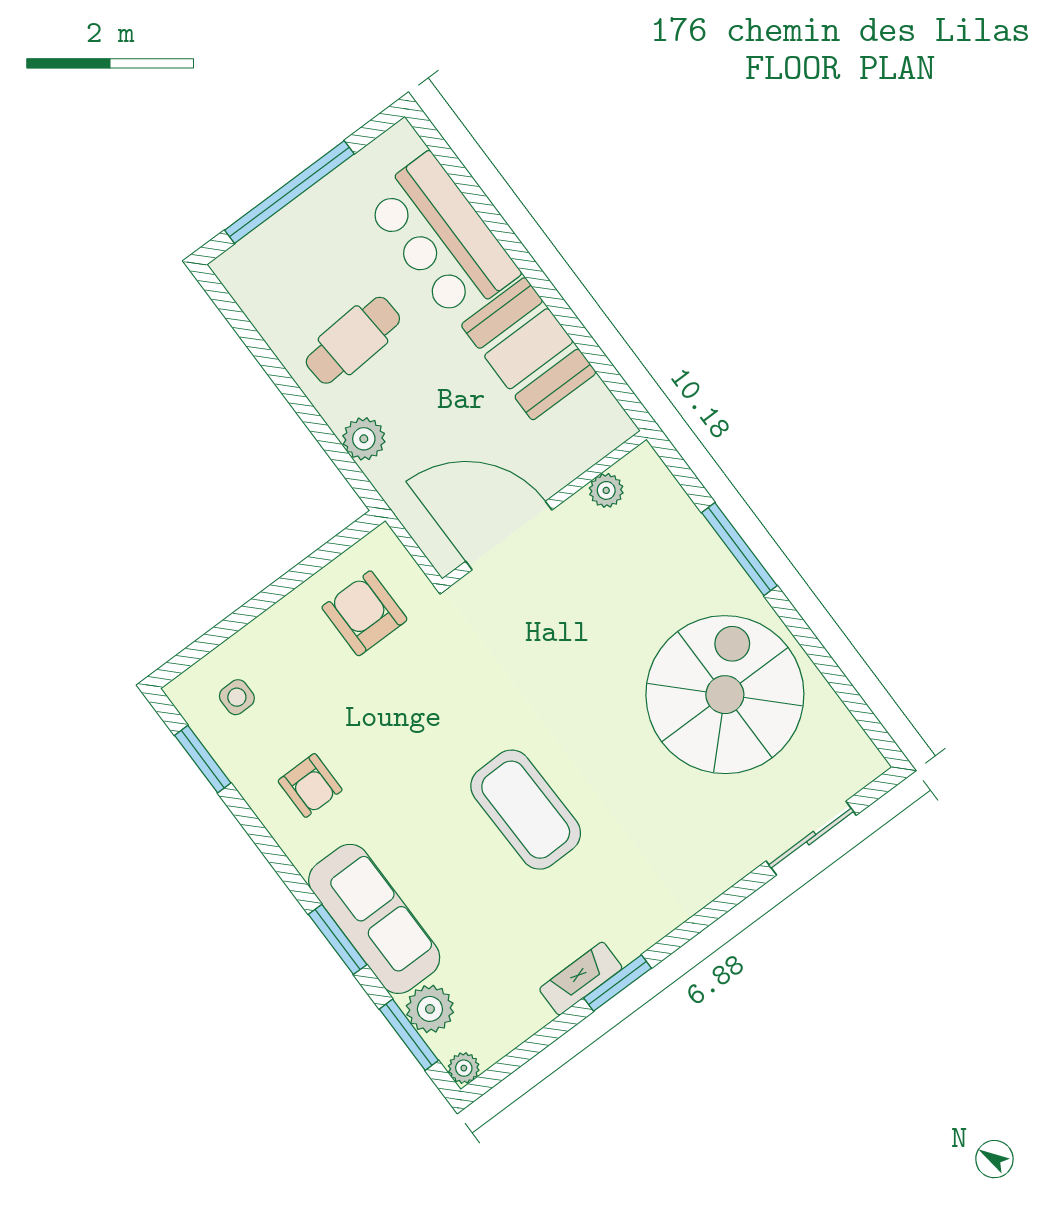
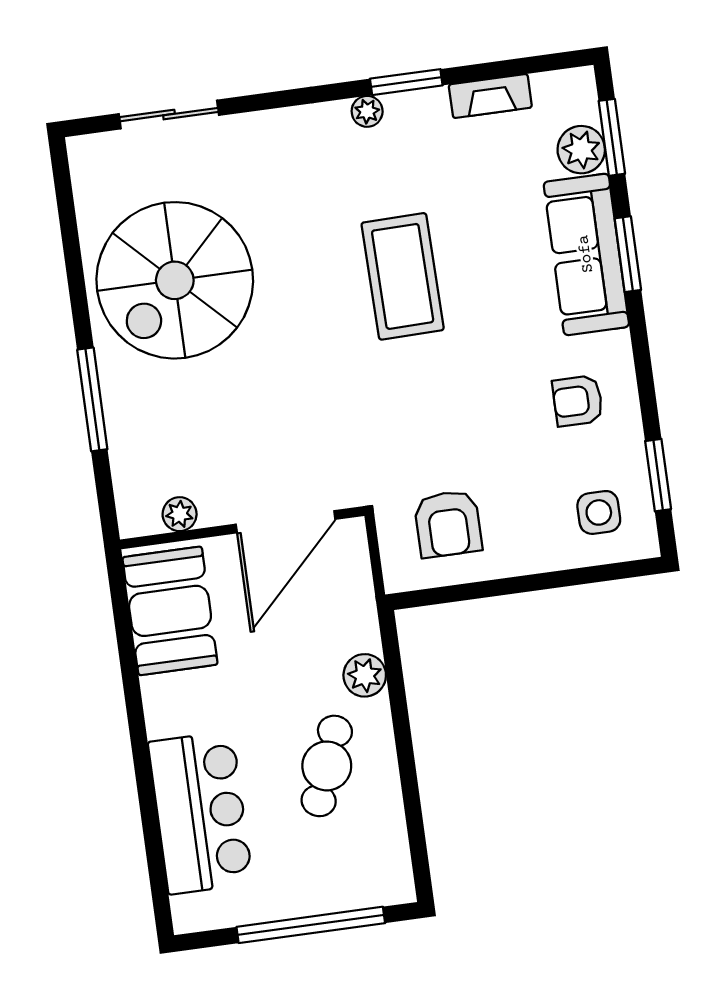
cafe table: (353, 340) -> (327, 766), turned -65
booth: (529, 349) -> (170, 611), moved
door: (509, 536) -> (286, 522), hinge flipped
side table: (237, 697) -> (599, 512), width x1.37, depth x1.37
armchair: (310, 785) -> (578, 401), turned -90
fireplace: (581, 979) -> (490, 96), moved
plant: (464, 1068) -> (367, 111), moved

